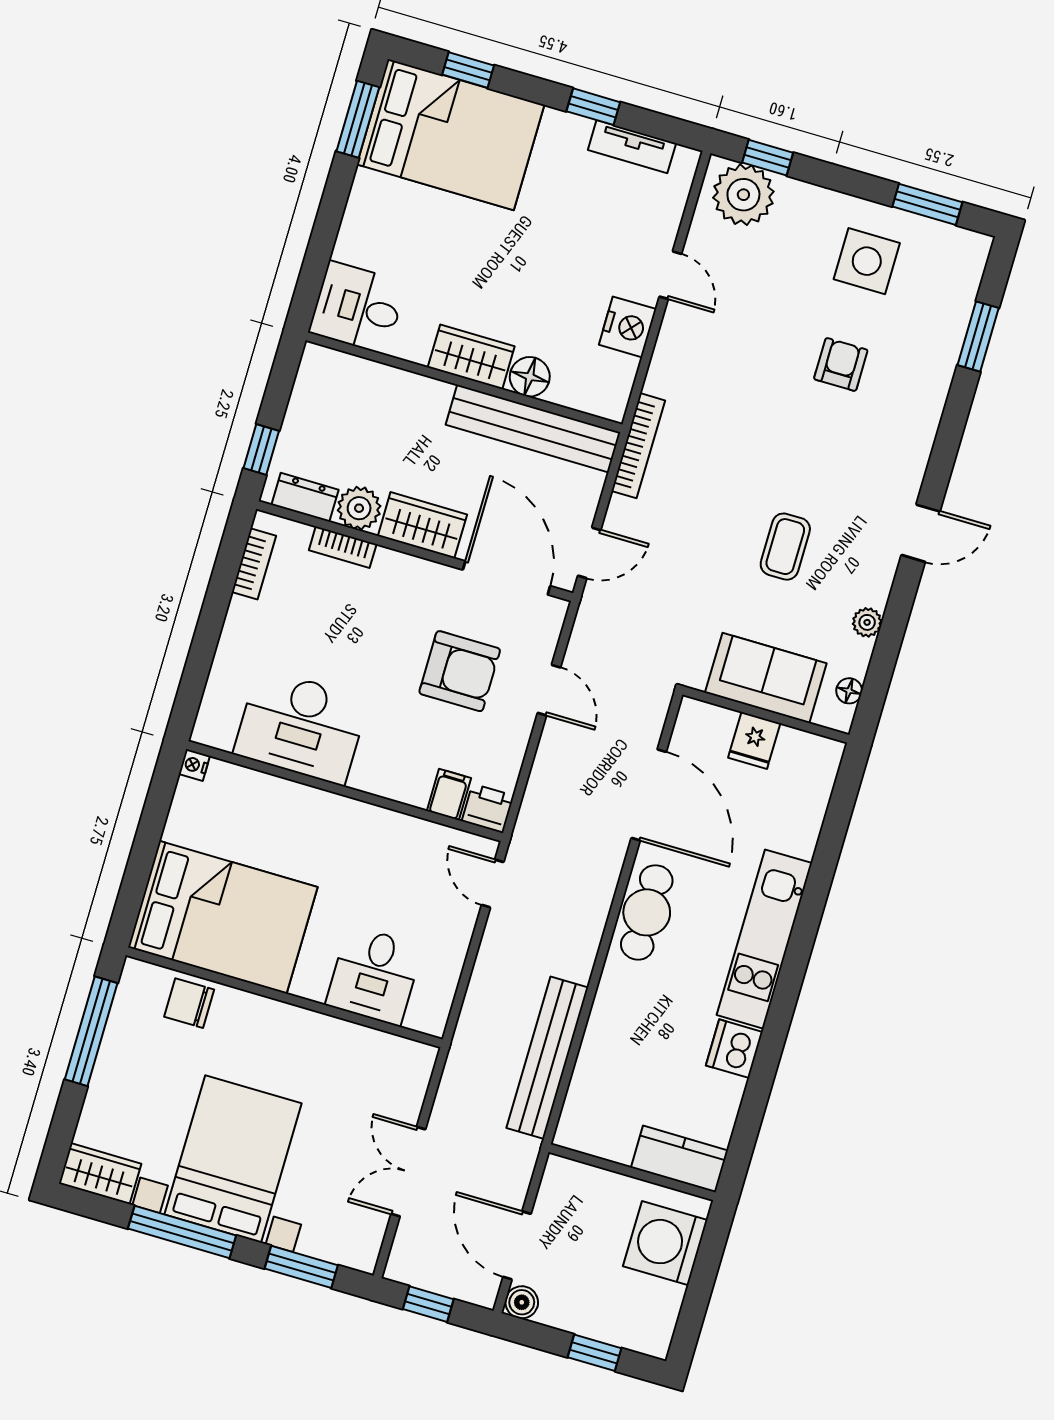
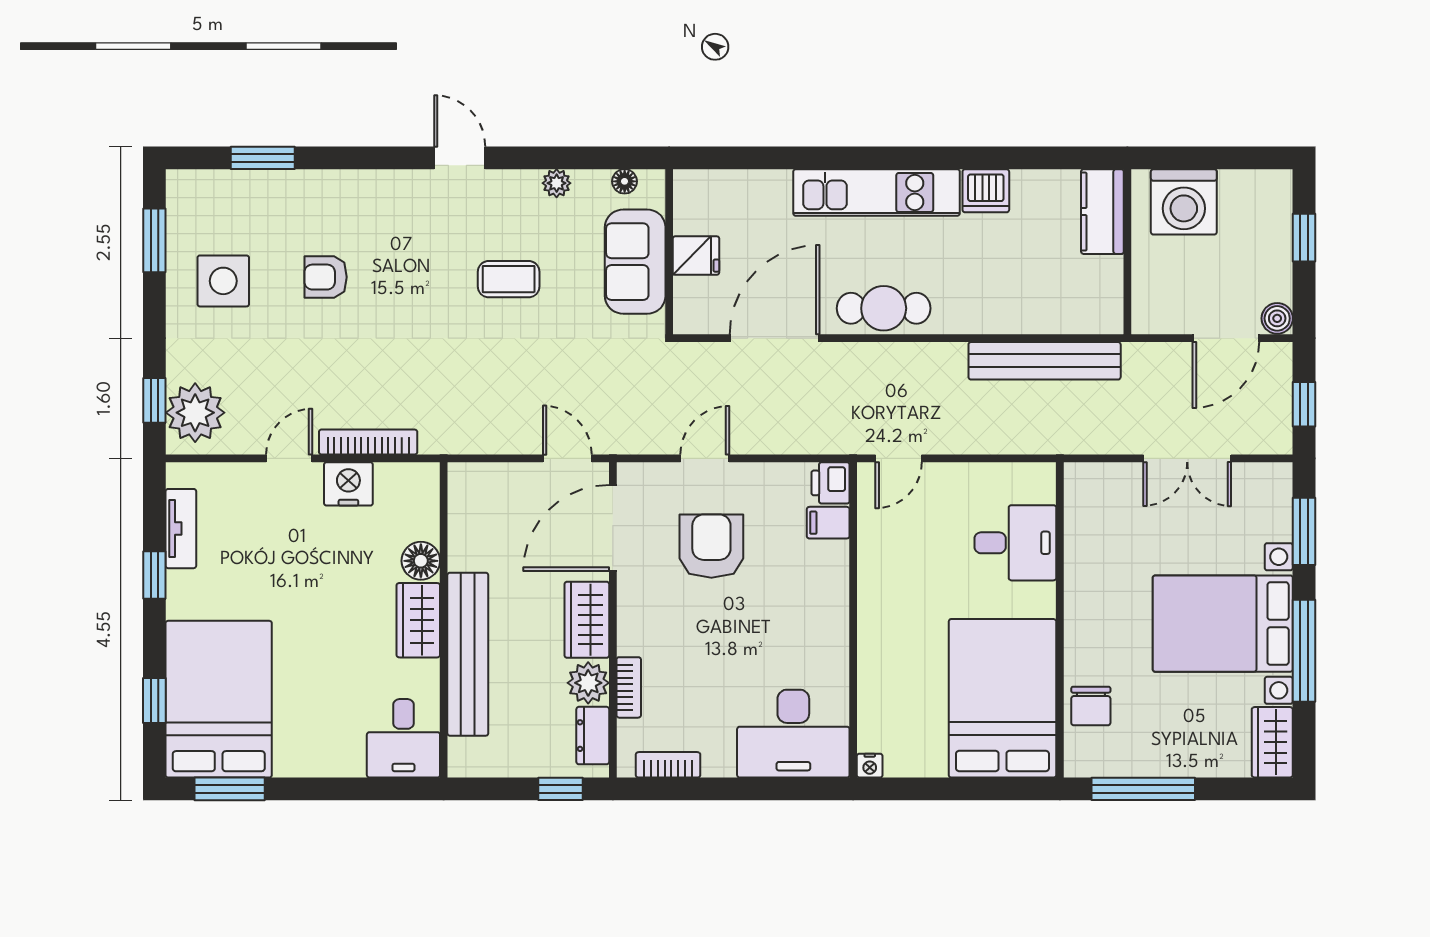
bench: (533, 429) -> (468, 654), moved
bookcase: (638, 446) -> (368, 442), moved
desk: (301, 726) -> (793, 734), moved, turned 90

